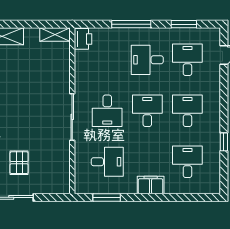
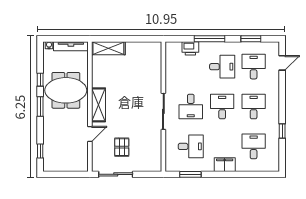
shelving: (55, 35) -> (150, 47), removed
printer: (83, 39) -> (190, 48), moved, turned 90
desk: (147, 60) -> (222, 67), turned 180

